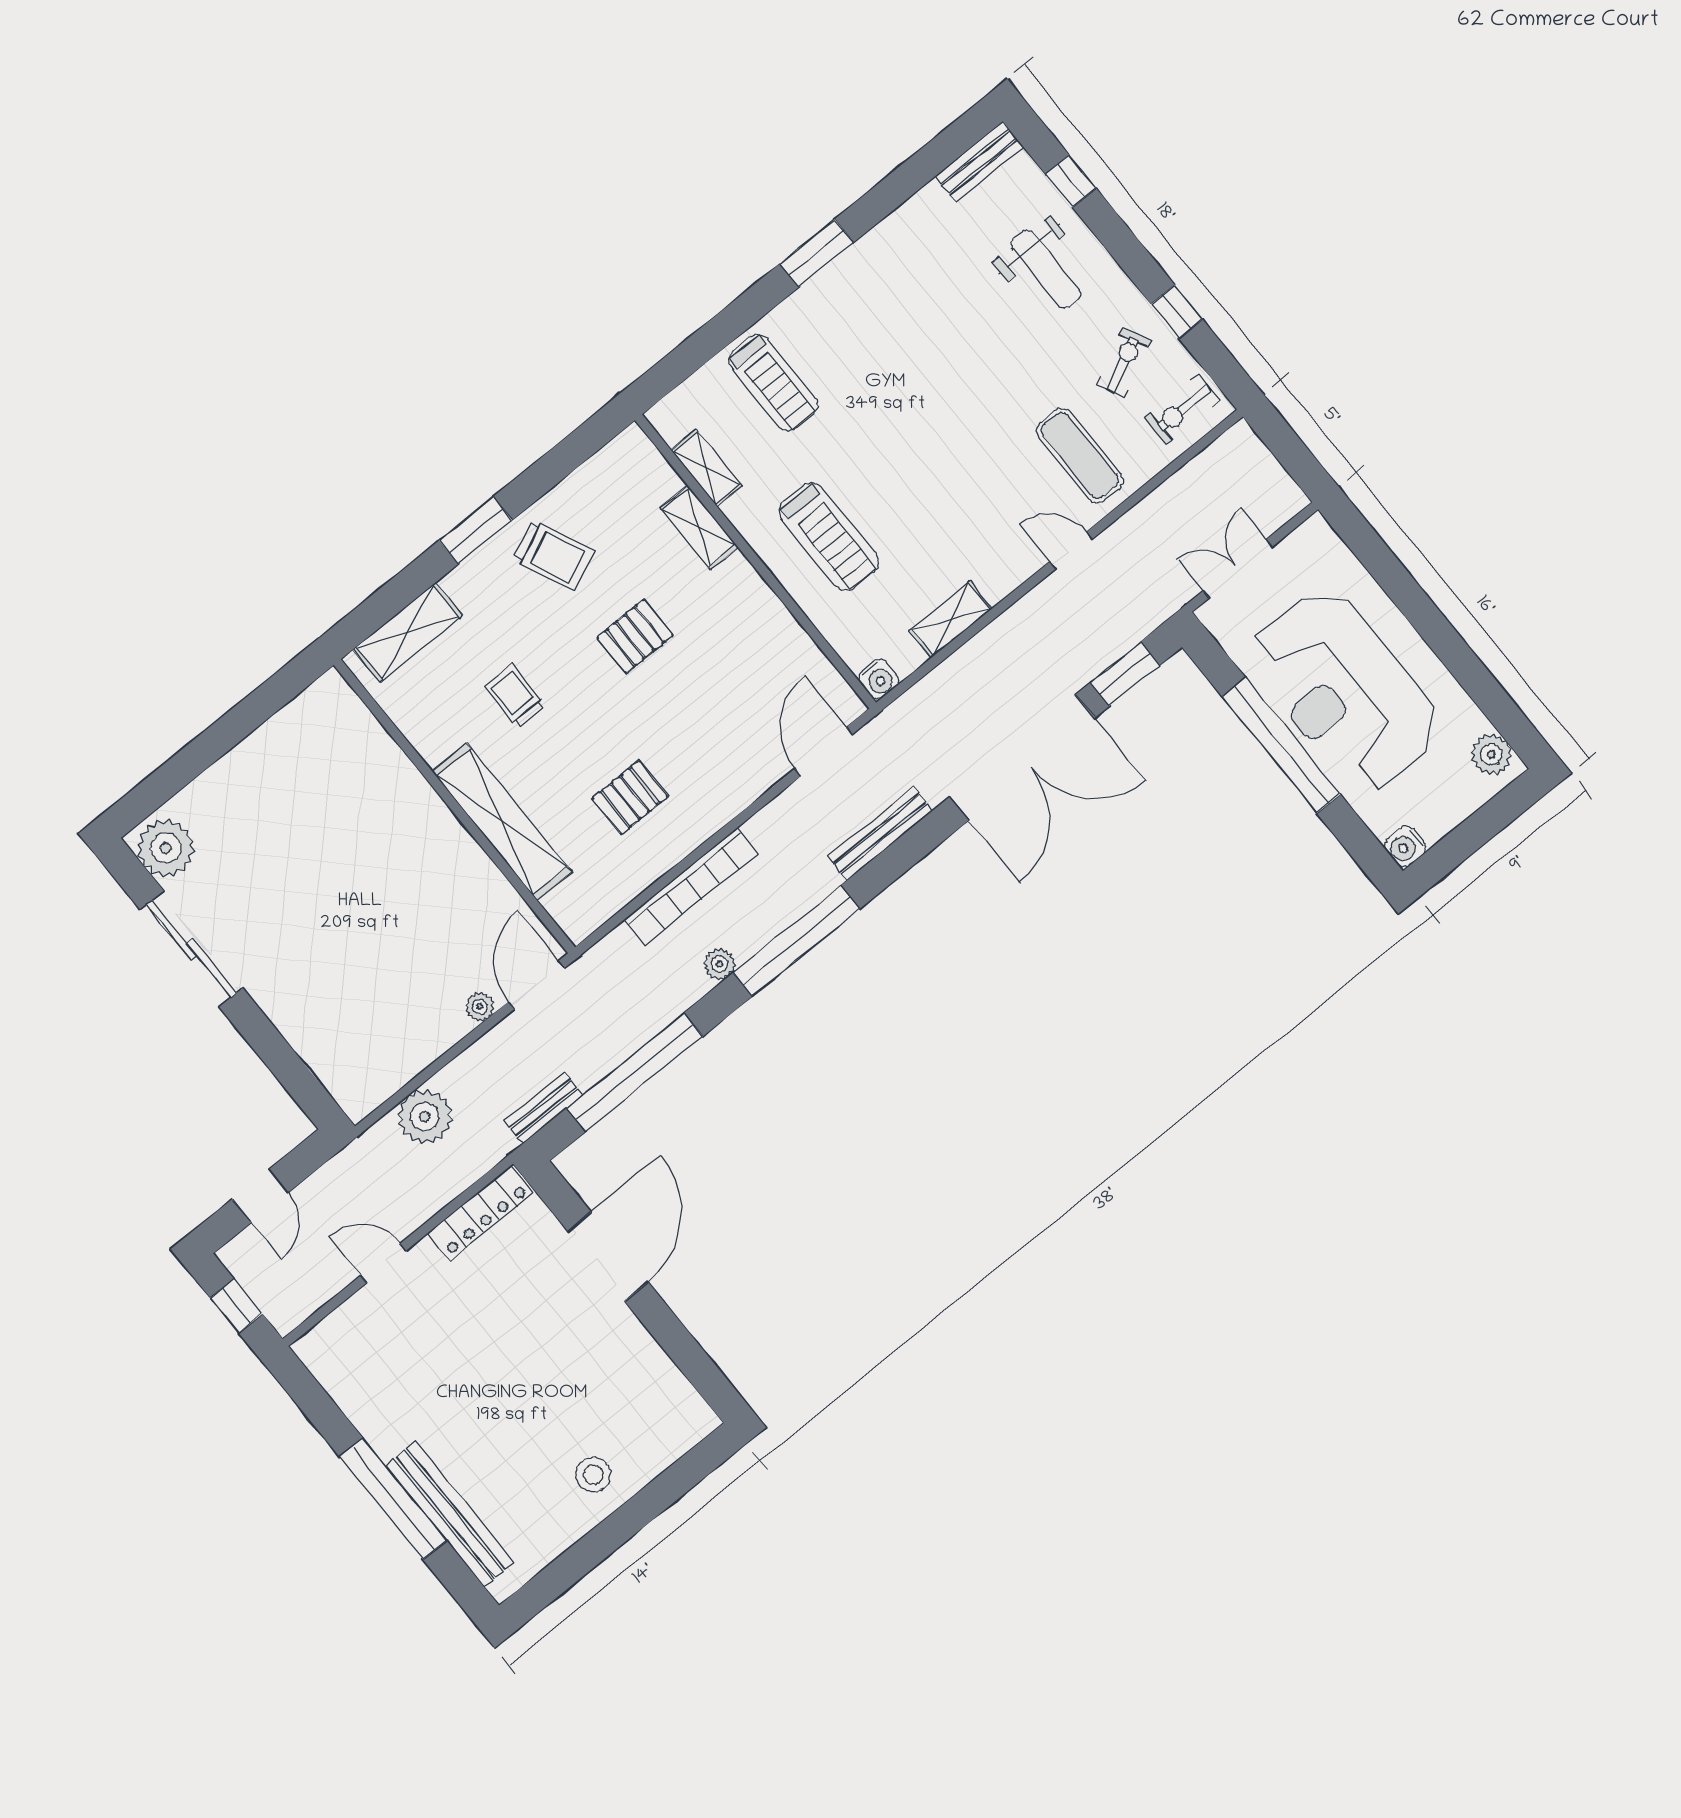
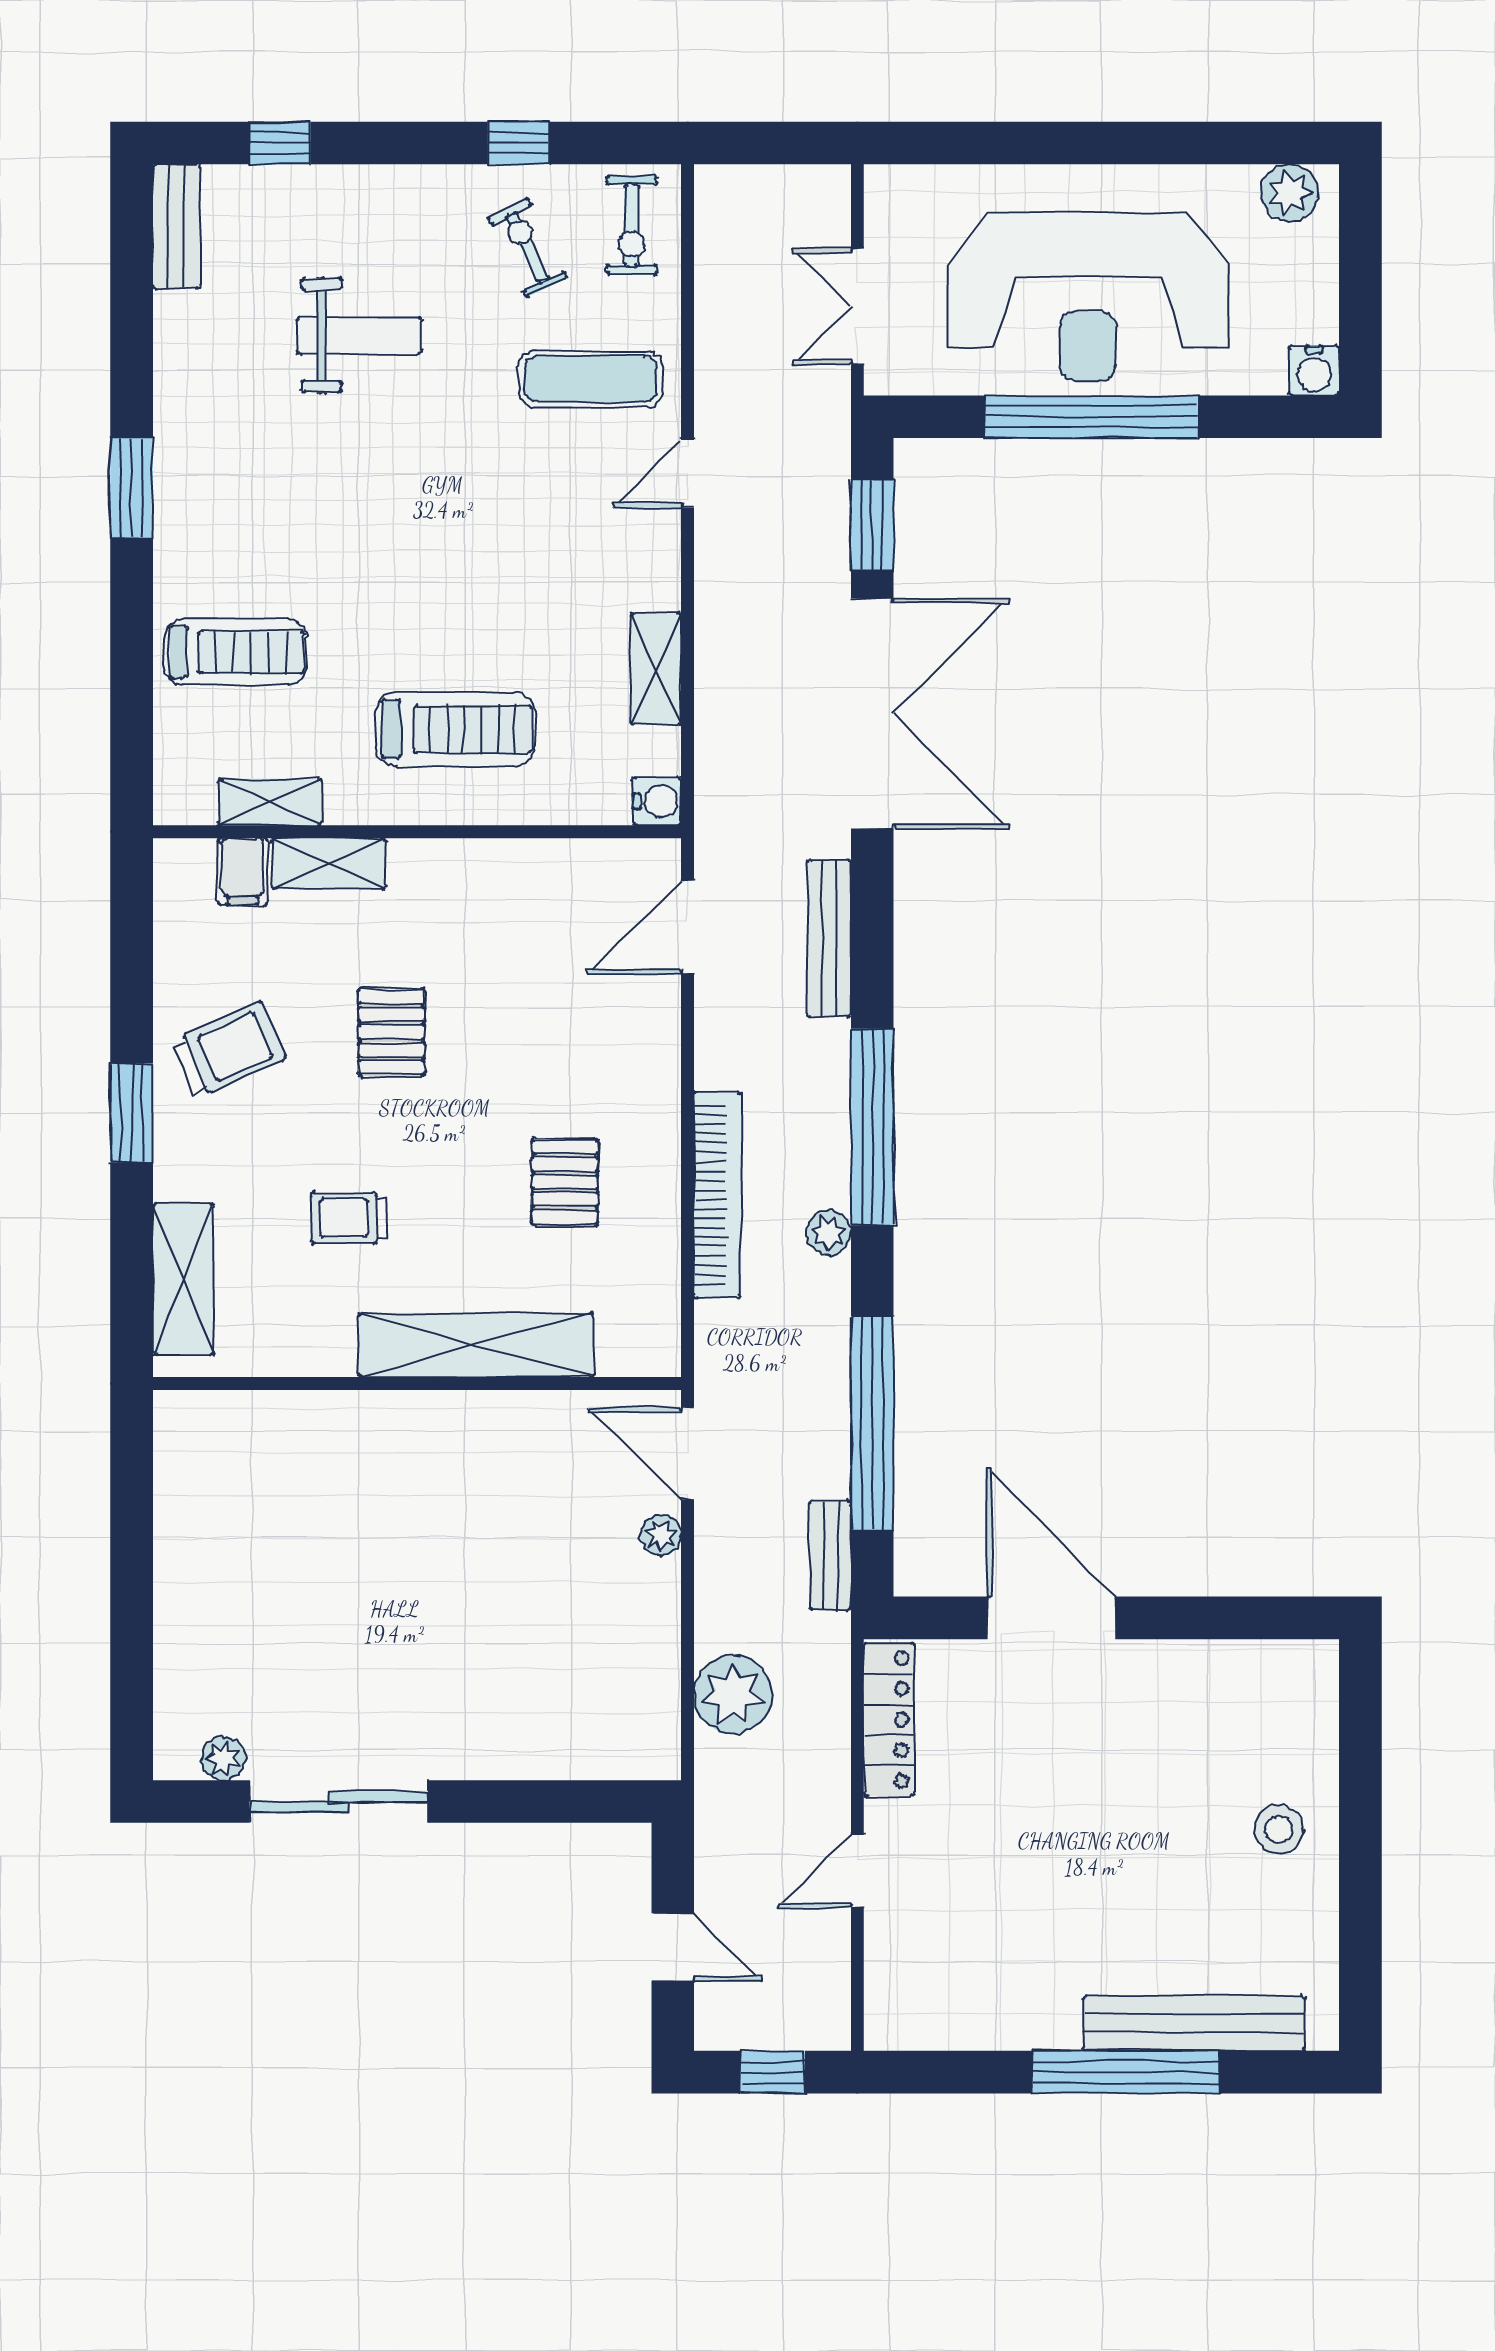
weight bench: (1046, 269) -> (359, 335), moved
filing cabinet: (657, 484) -> (243, 871), added
door: (824, 751) -> (688, 927), hinge flipped
plant: (166, 848) -> (224, 1759), width x0.53, depth x0.53

